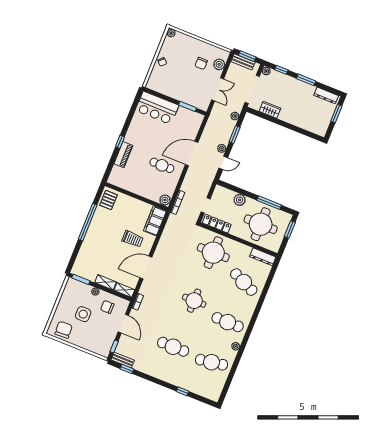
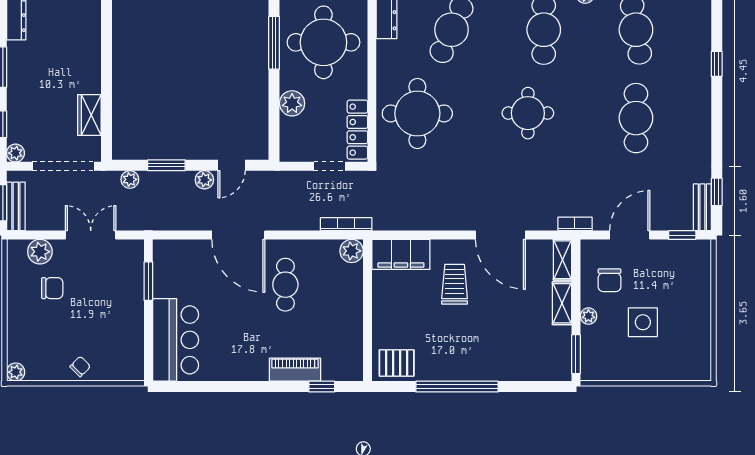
window: (120, 142) -> (322, 387), moved
door: (223, 163) -> (232, 165), swing flipped
chair: (64, 330) -> (689, 348), removed

